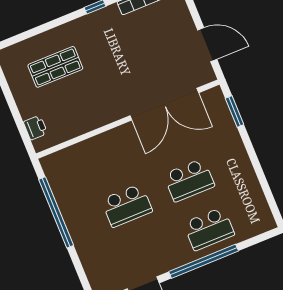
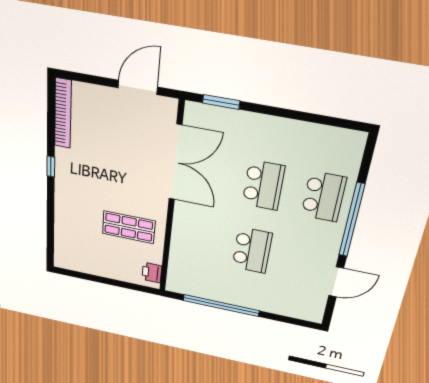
shop shelf: (55, 67) -> (129, 227), moved, turned 90
printer: (35, 128) -> (152, 273), moved, turned -90

